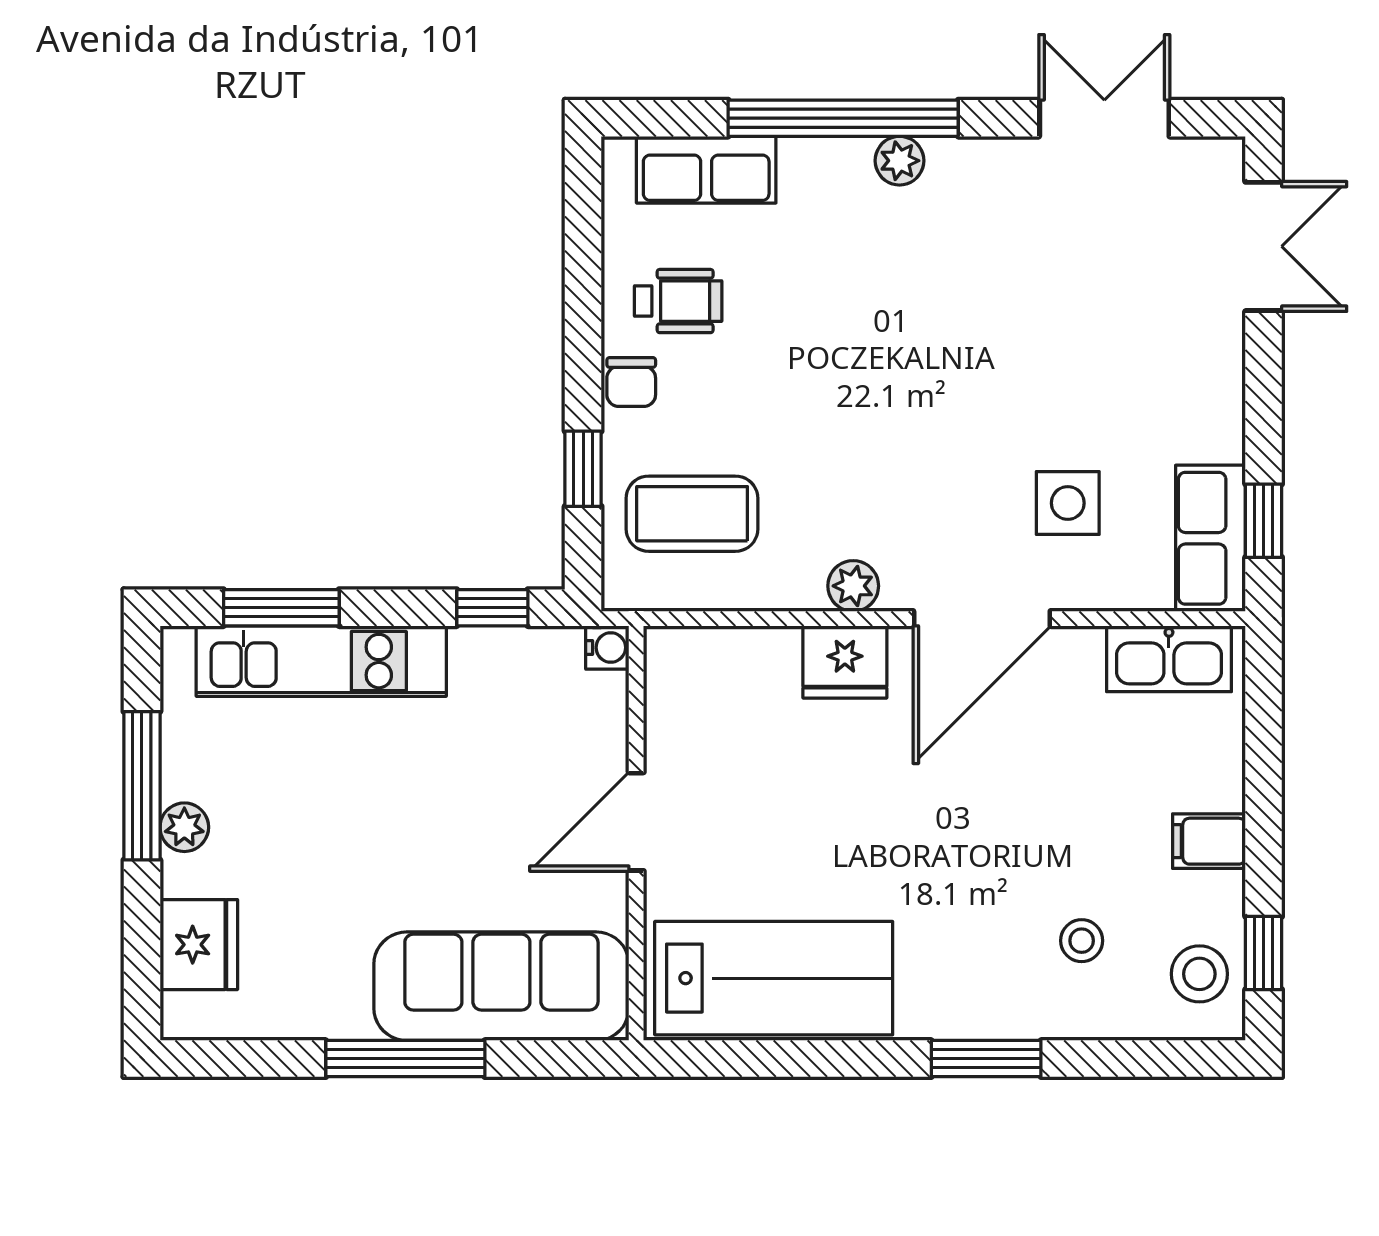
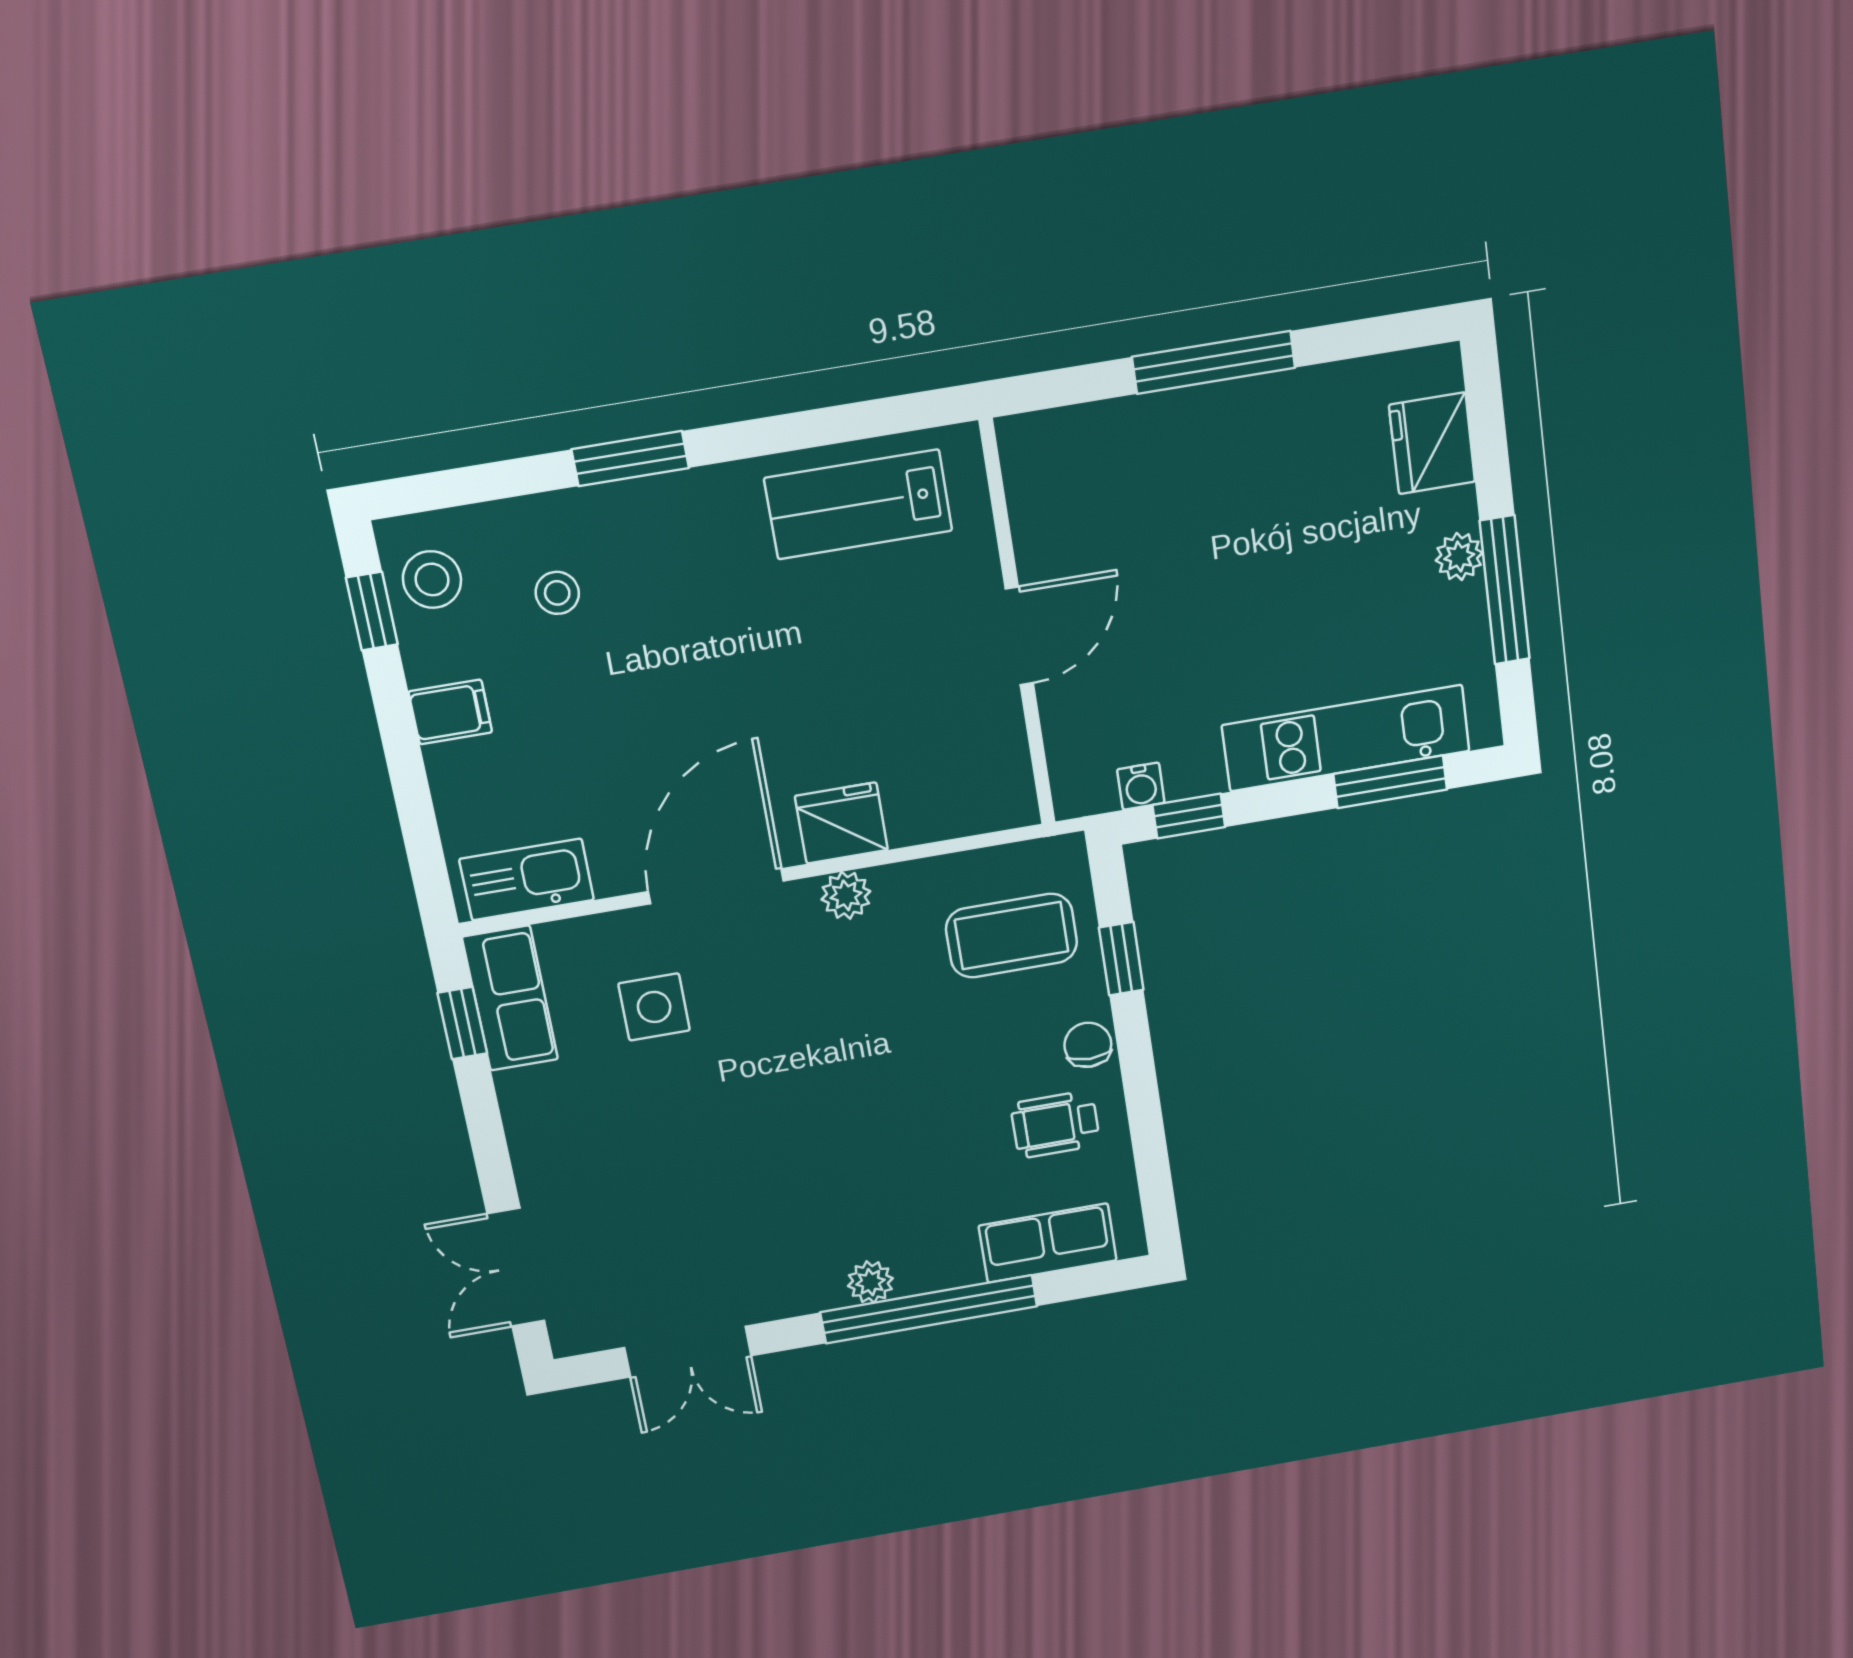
water cooler: (607, 648) -> (1141, 786), moved, turned -90
lab bench: (774, 978) -> (858, 504), width x0.73, depth x0.72
sofa: (501, 986) -> (1128, 451), removed

